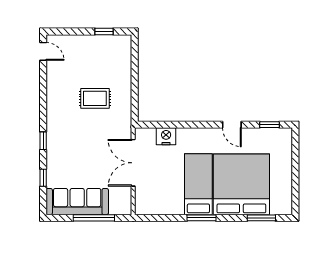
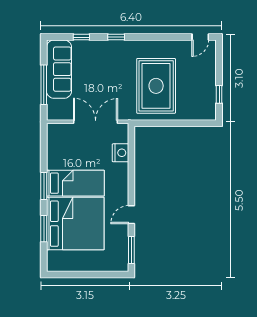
rug: (95, 98) -> (156, 86), width x1.86, depth x2.06
window: (269, 125) -> (131, 250), width x1.50
window: (261, 218) -> (44, 229), moved

